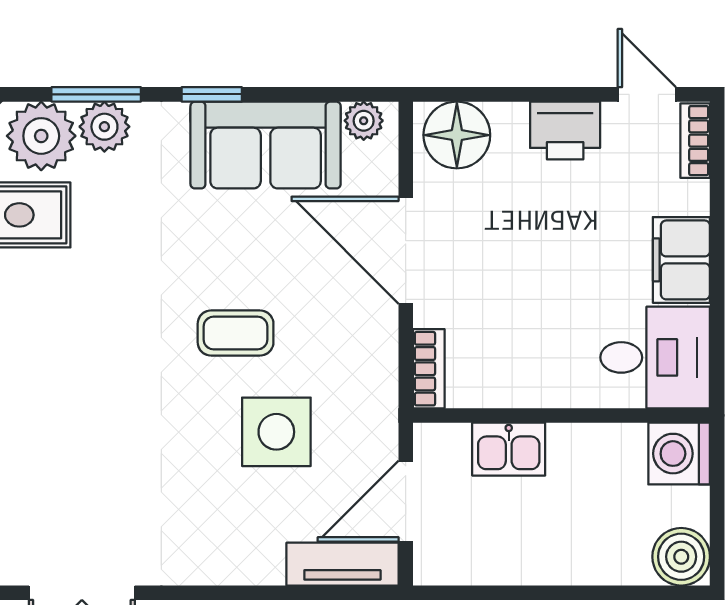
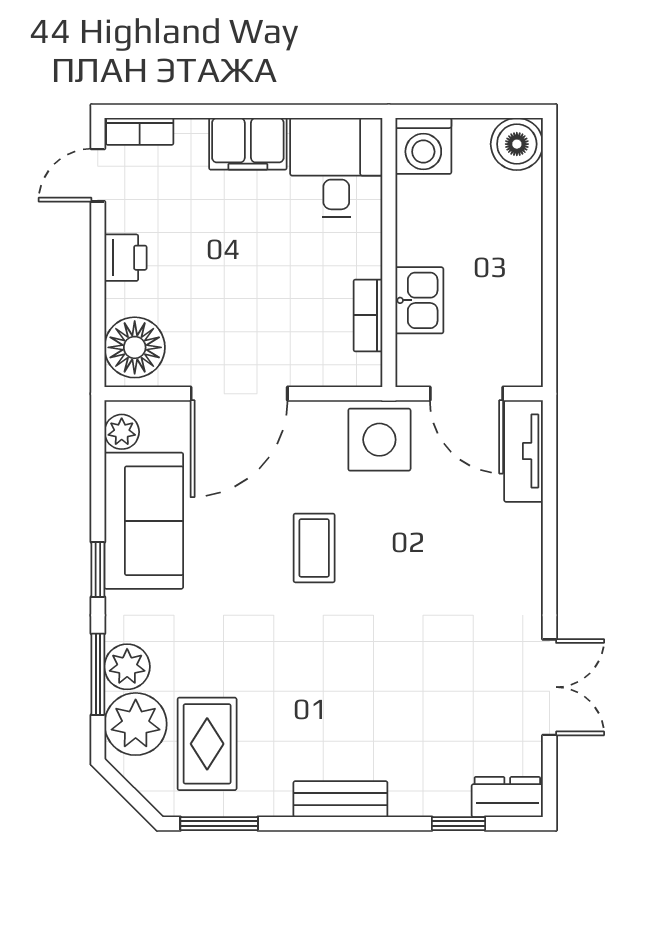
printer: (565, 131) -> (126, 258), width x0.73, depth x0.81
bookcase: (429, 369) -> (368, 315), moved, turned -90
side table: (276, 432) -> (379, 440), moved

